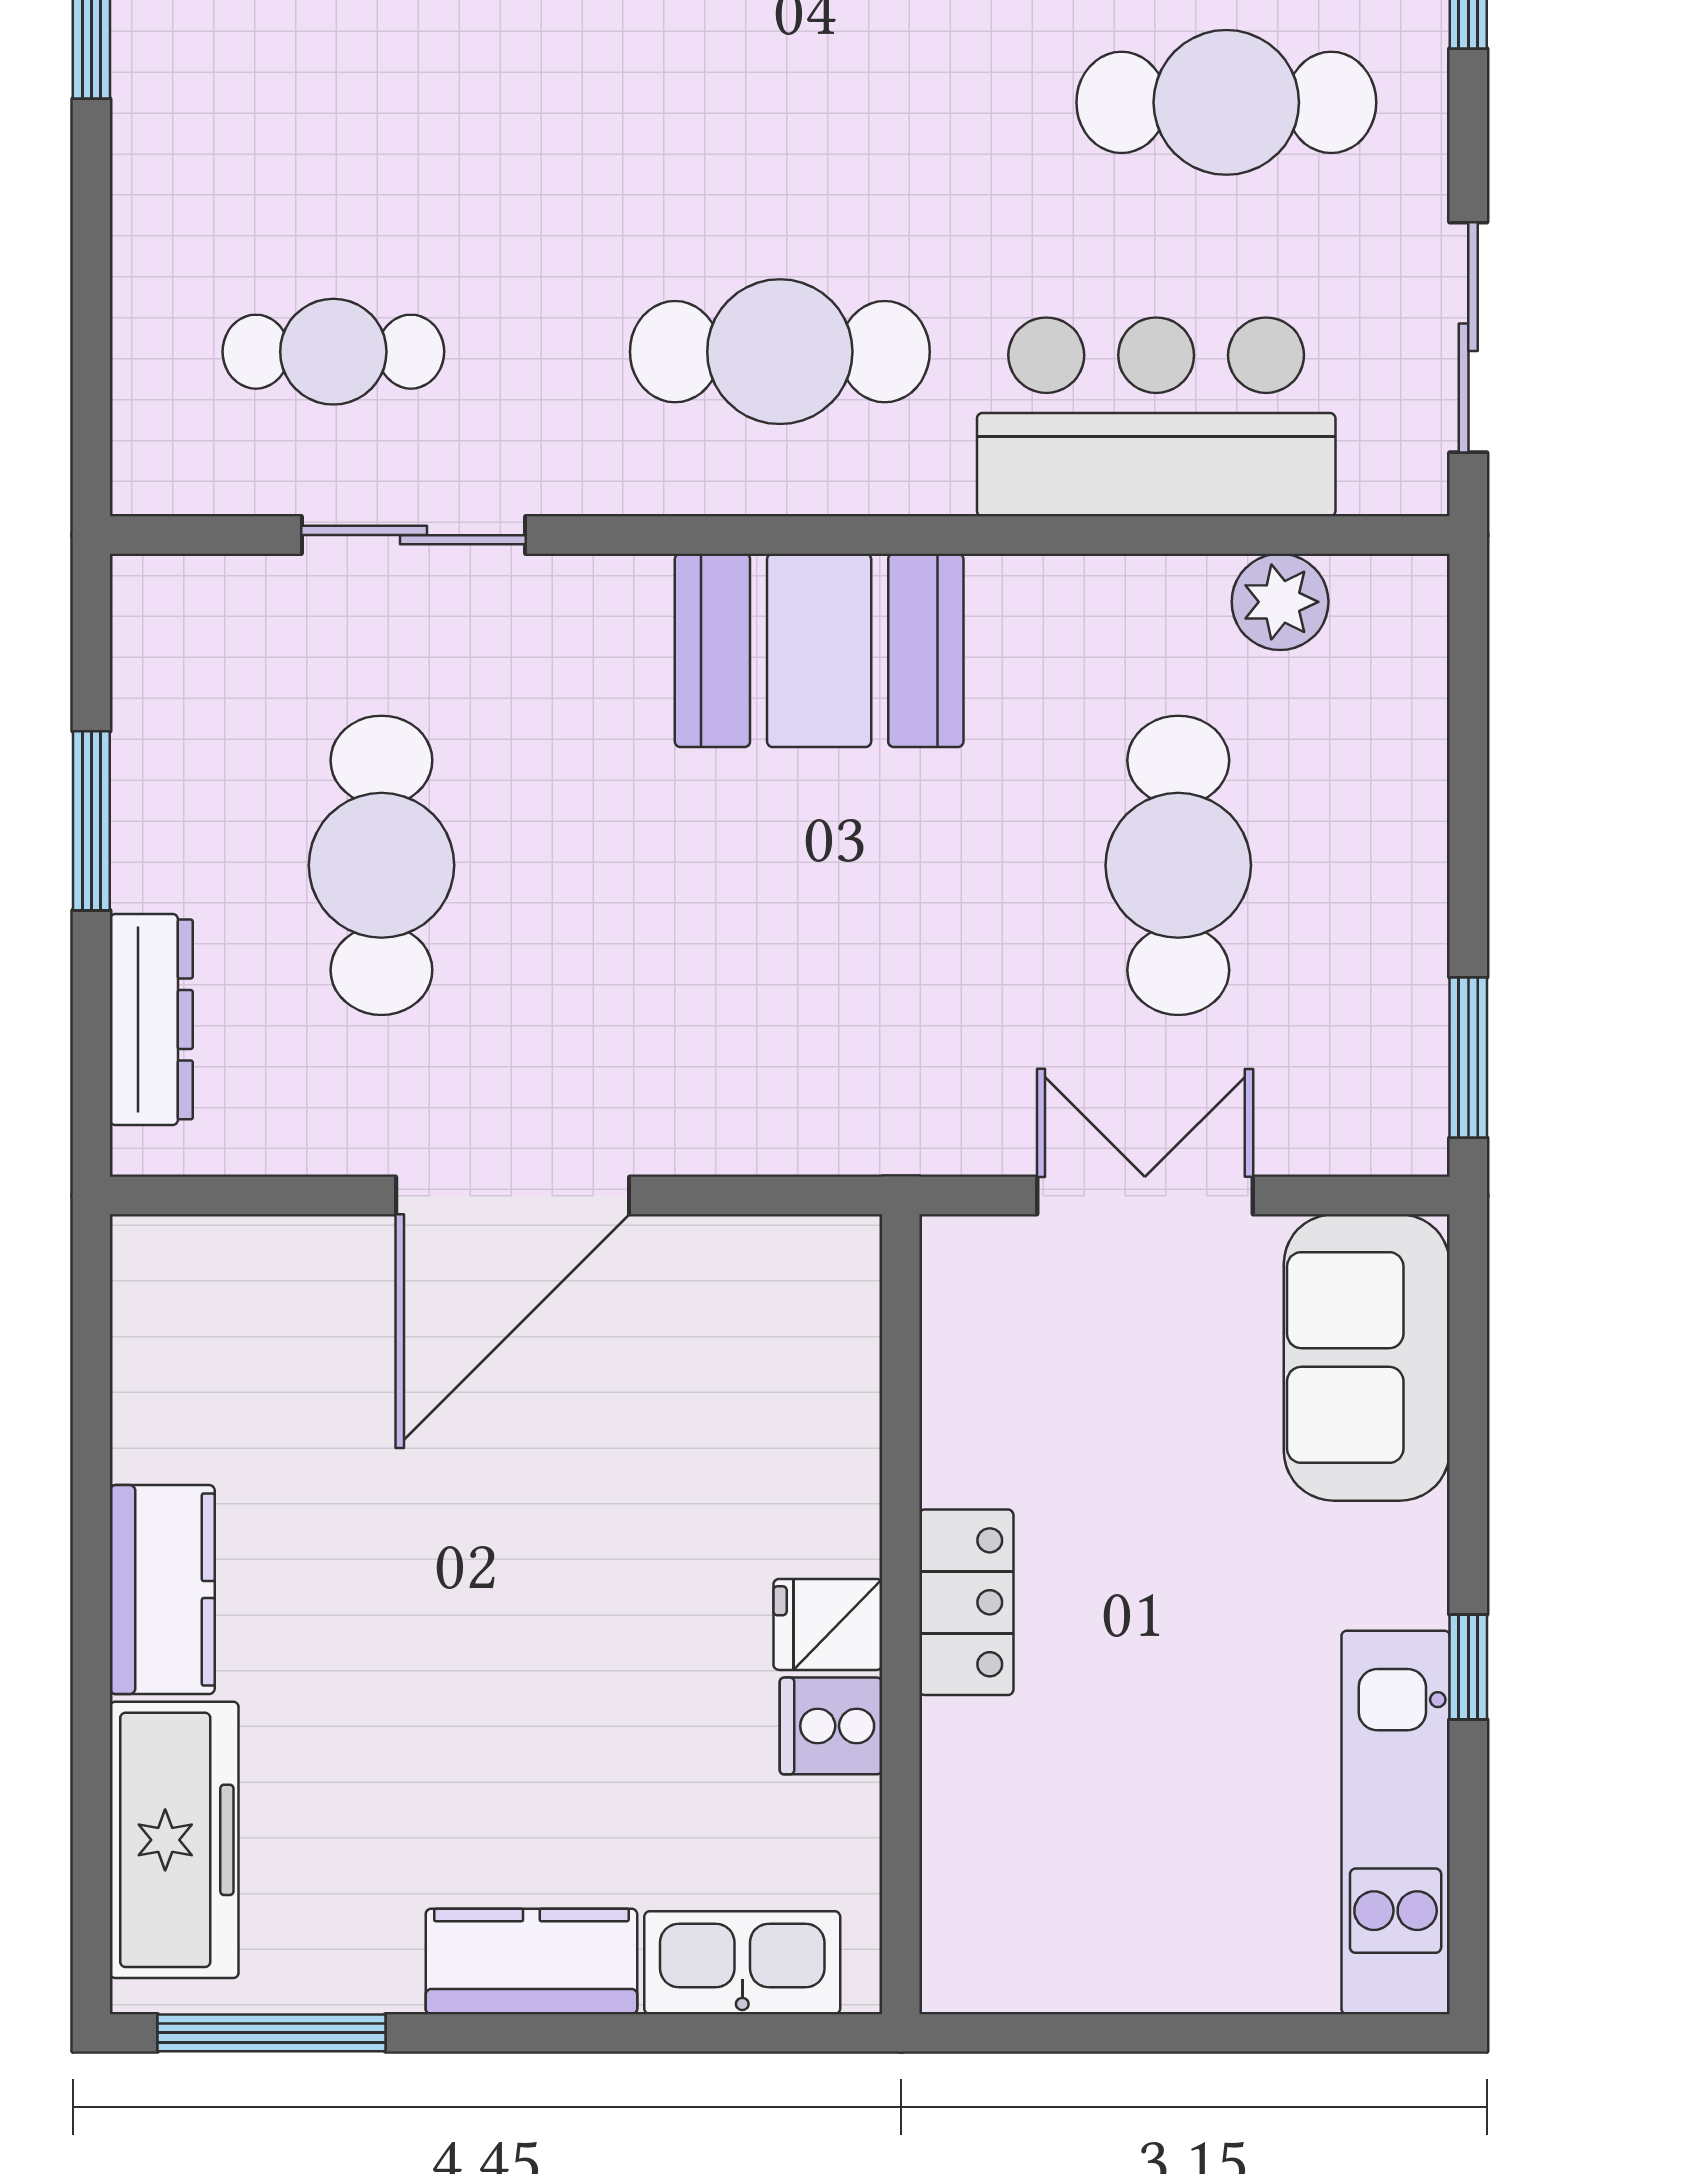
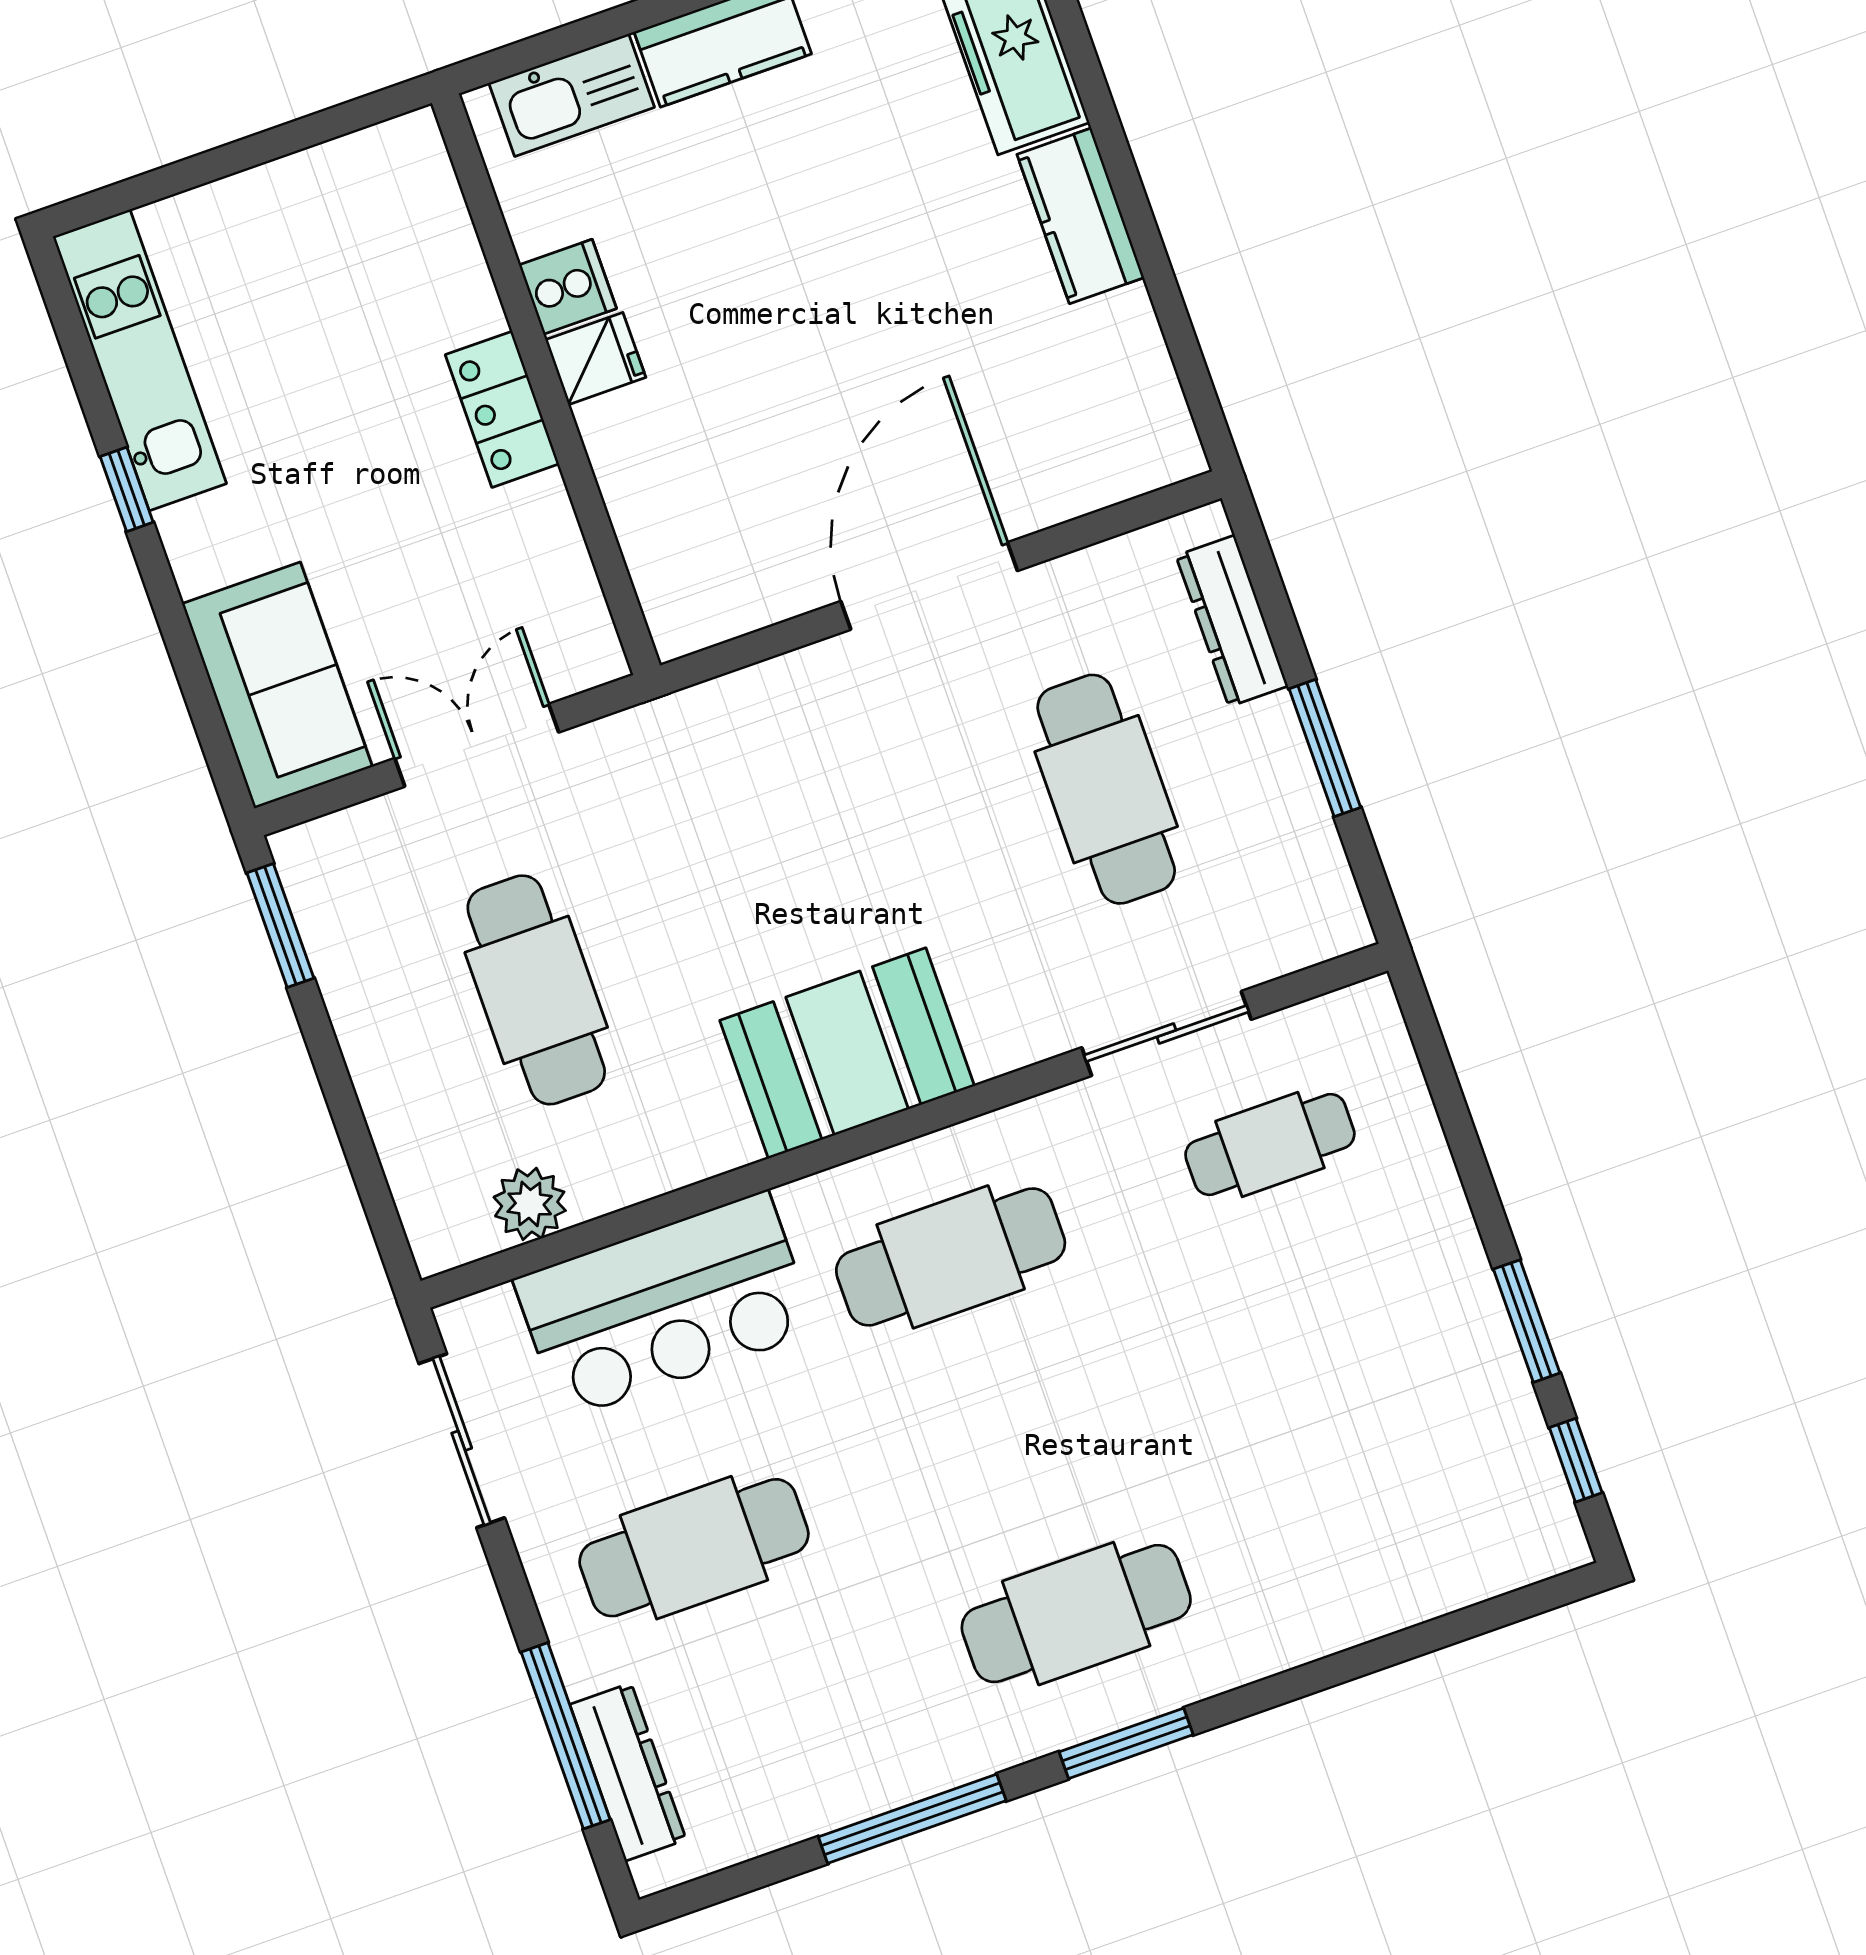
double door: (1145, 1196) -> (477, 745), swing flipped

